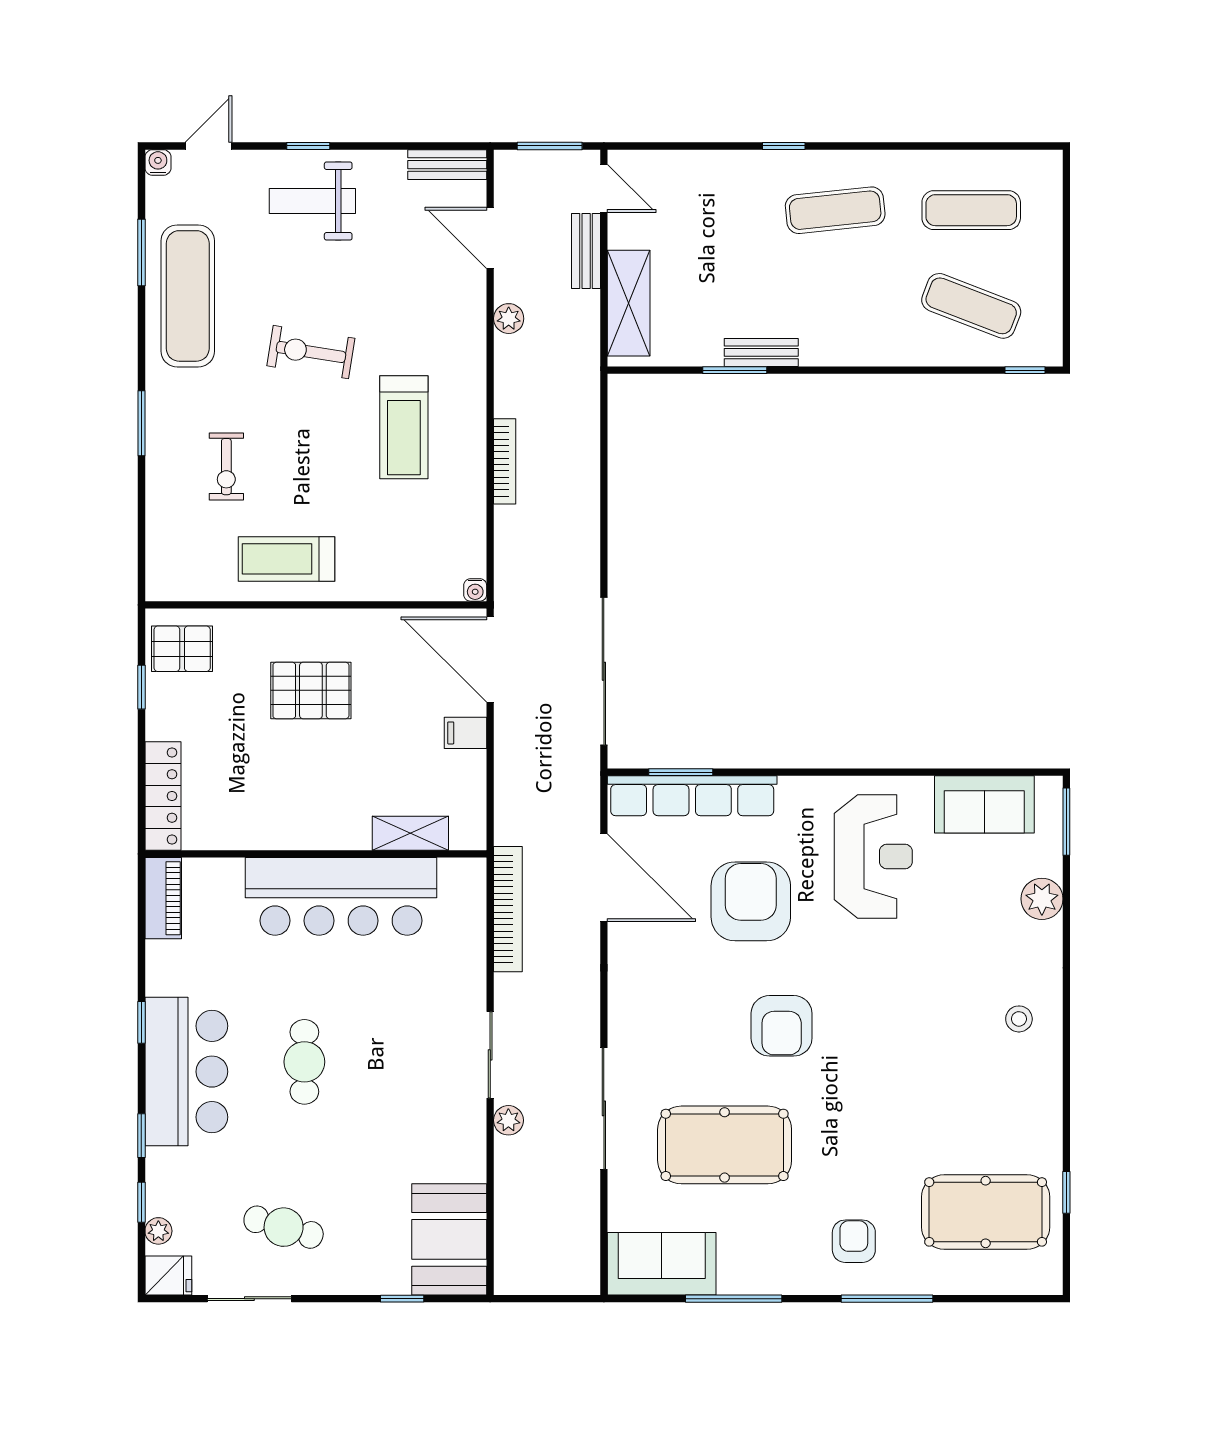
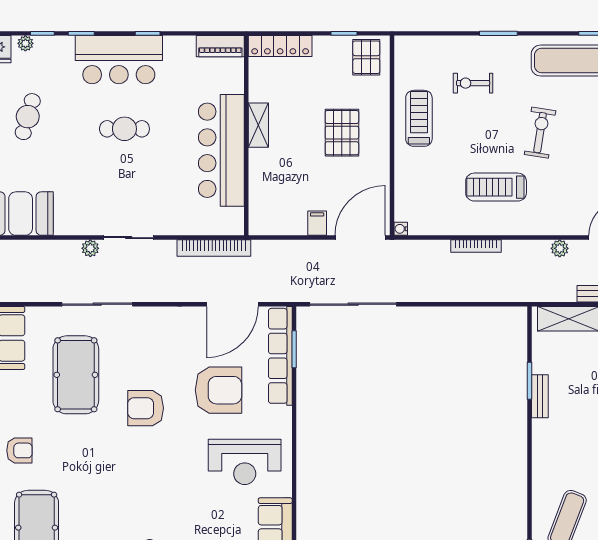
shelving: (410, 833) -> (258, 125), moved

